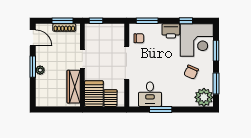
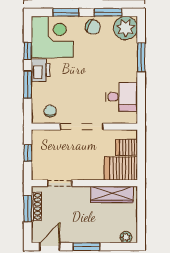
window: (96, 21) -> (28, 153), moved
window: (147, 21) -> (28, 85), moved
doorway: (82, 59) -> (60, 183), moved
plant: (40, 70) -> (126, 237), moved
chair: (191, 72) -> (93, 27), moved
window: (161, 109) -> (141, 57), moved

